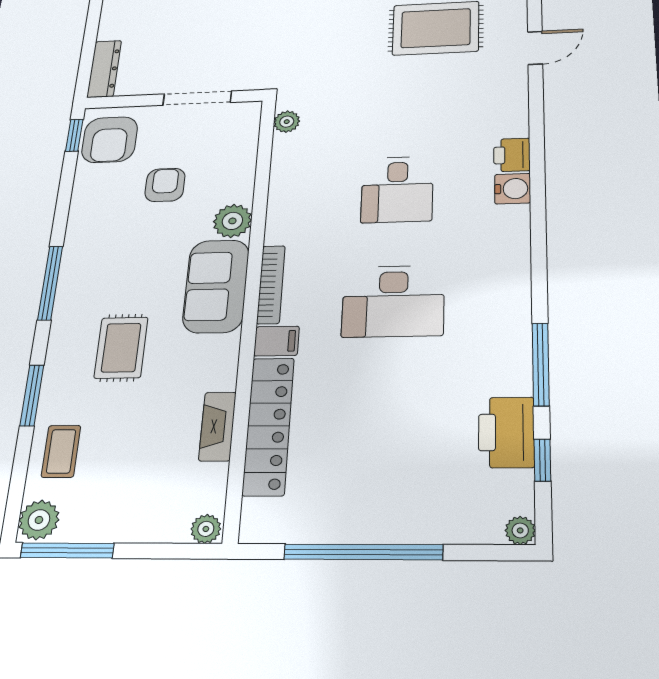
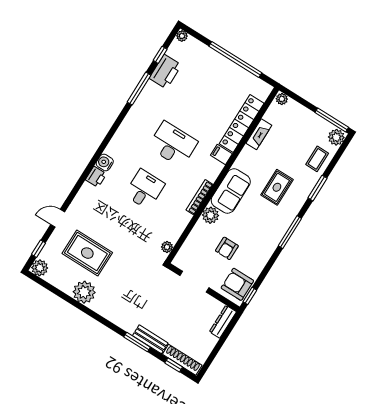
armchair: (110, 140) -> (237, 284), turned -90
bookcase: (271, 285) -> (200, 197), moved

